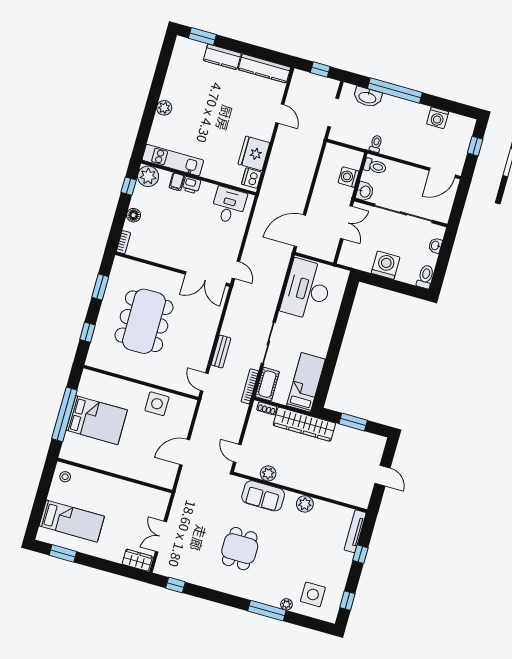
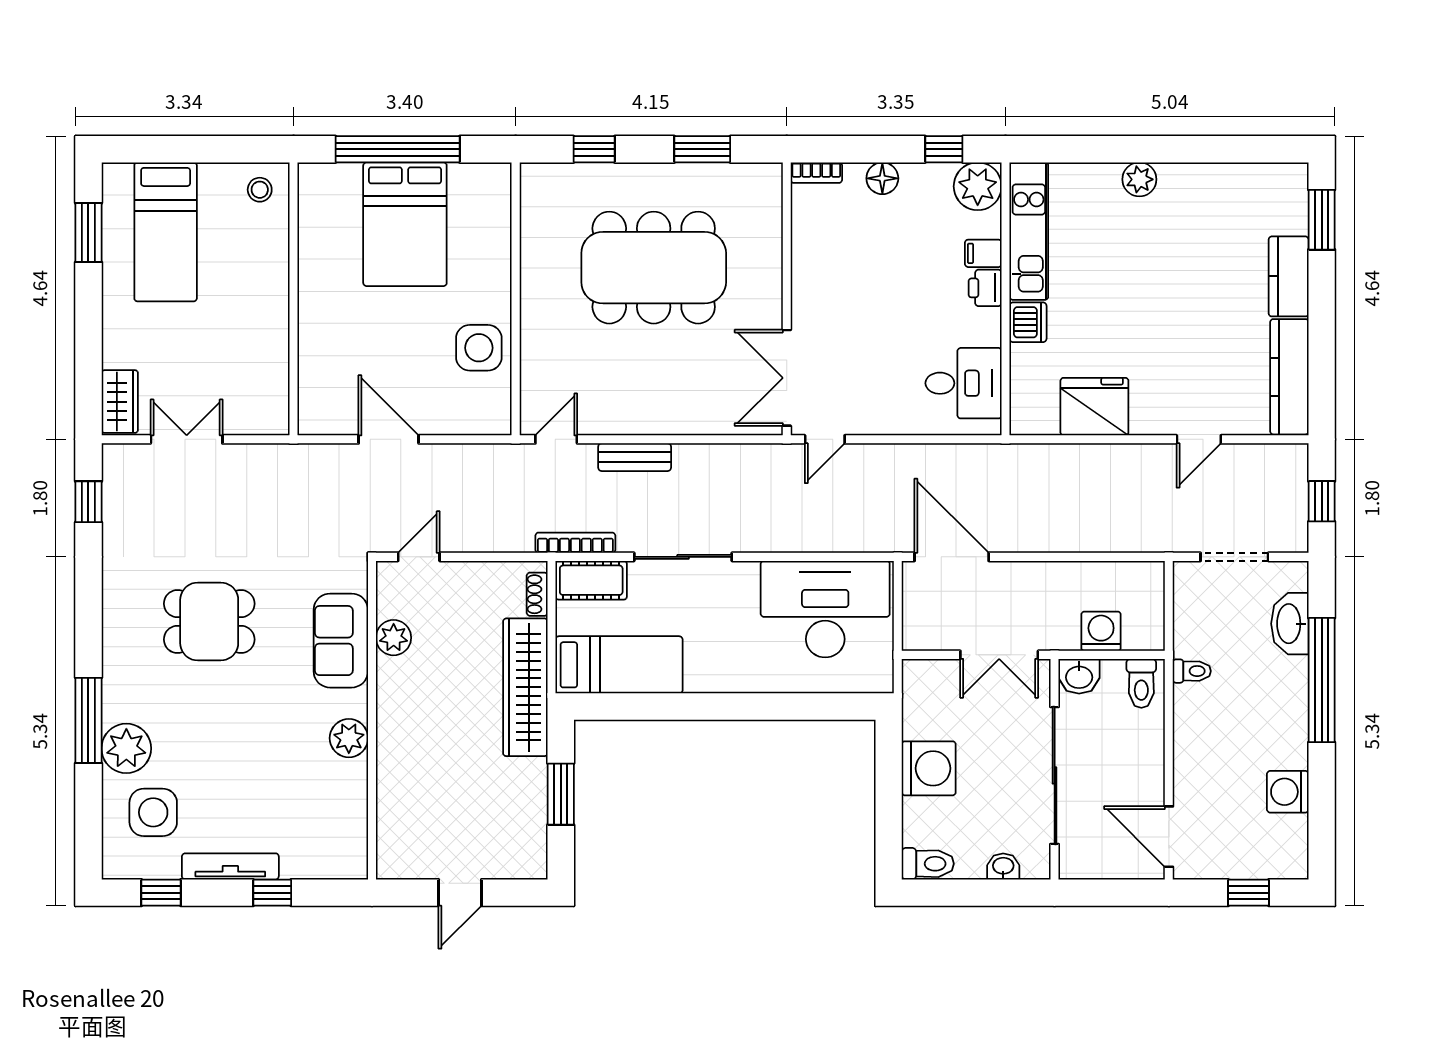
dishwasher: (252, 178) -> (1028, 322), moved, turned 90
tv unit: (355, 531) -> (230, 866), moved
plant: (286, 604) -> (126, 748), width x1.88, depth x1.88

